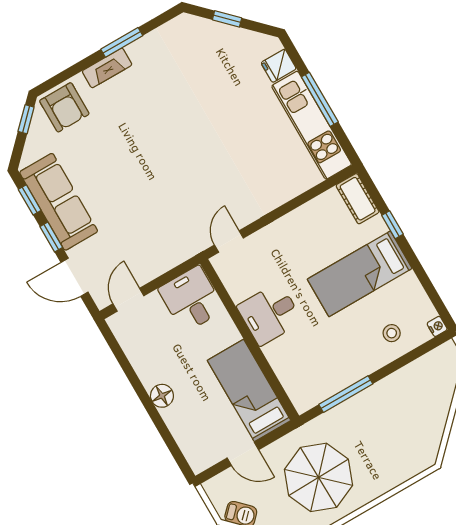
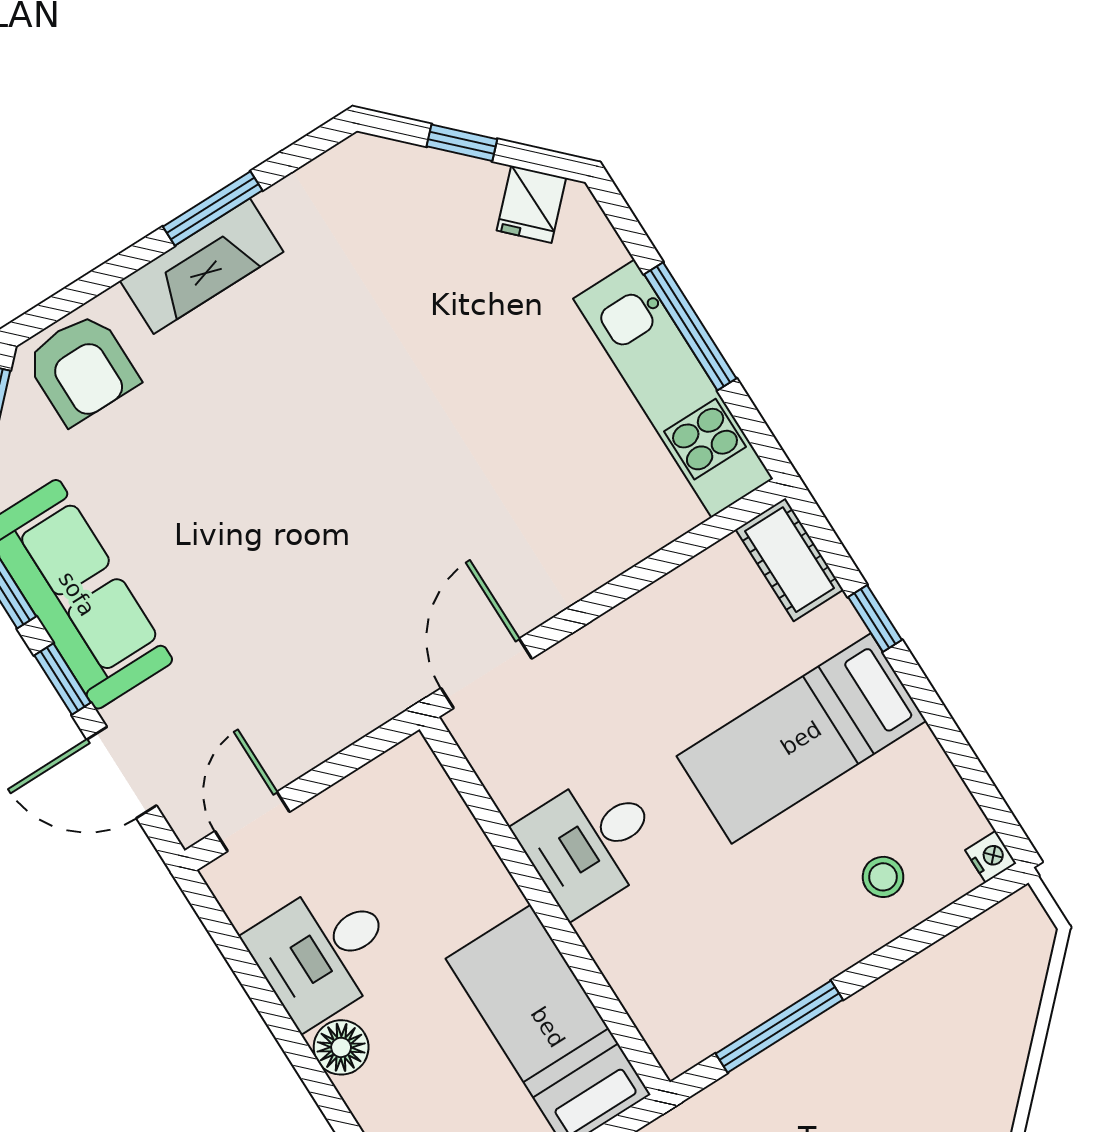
fridge: (279, 66) -> (531, 204), moved, turned -45
fireplace: (107, 68) -> (202, 266), width x1.37, depth x1.32
door: (229, 242) -> (486, 673), width x1.37
desk: (191, 299) -> (323, 952), moved, turned -90

